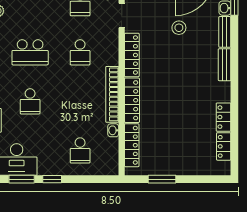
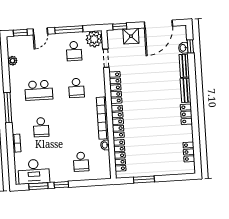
stool: (179, 28) -> (150, 65), removed
locker: (224, 117) -> (186, 114), moved

